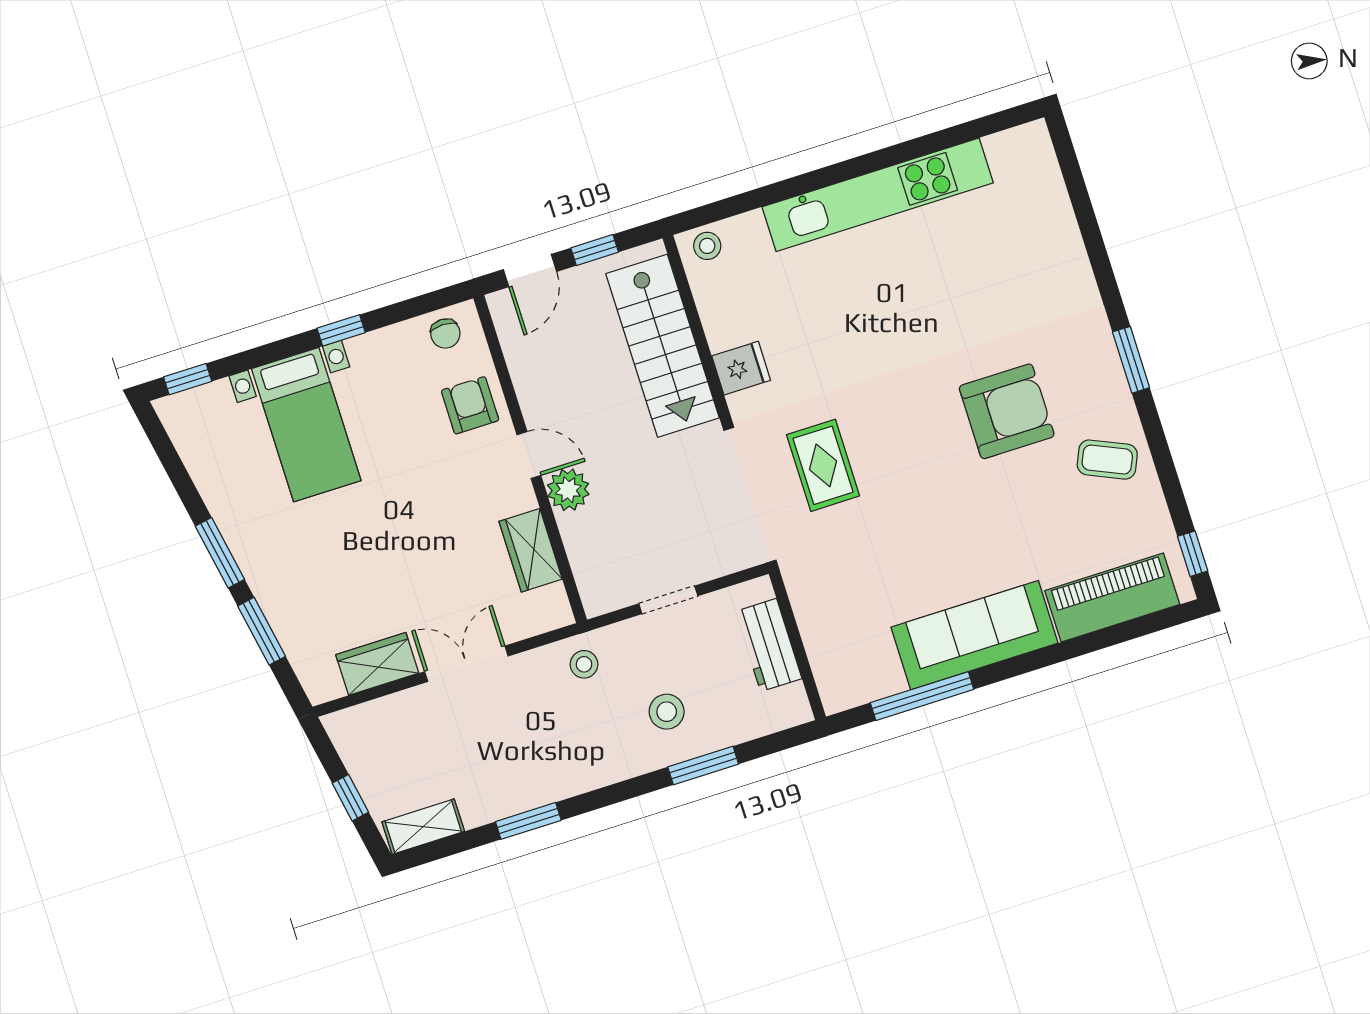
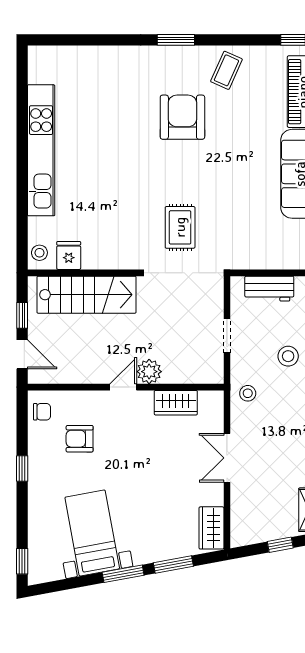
fridge: (741, 368) -> (69, 255), moved
armchair: (470, 405) -> (80, 439), moved
bed with nightstands: (306, 425) -> (92, 533), moved, turned -100
rug: (823, 465) -> (180, 227), turned 90
wardrobe: (377, 664) -> (211, 528), moved

